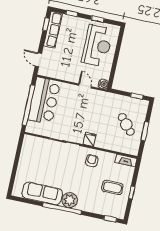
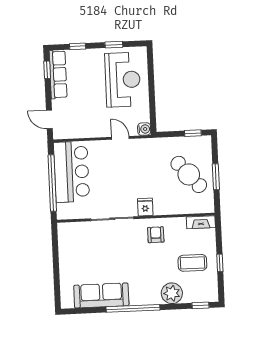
cafe table: (126, 124) -> (189, 174), width x1.37, depth x1.35
plant: (70, 200) -> (172, 293), moved

